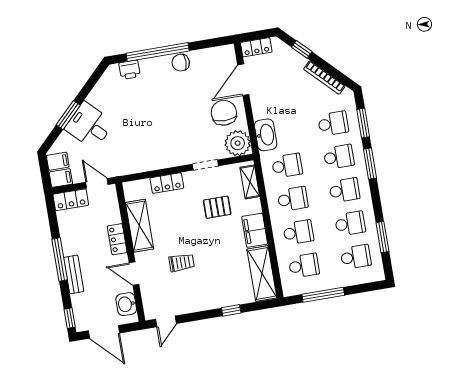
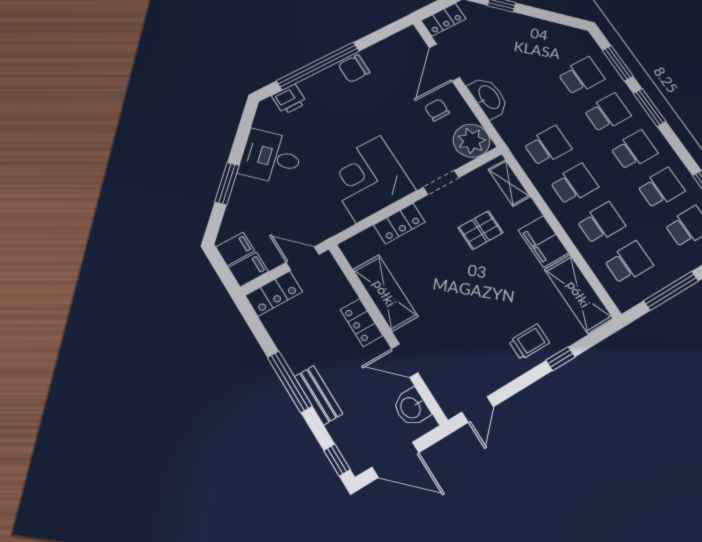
bookcase: (324, 78) -> (545, 27), removed
chair: (224, 113) -> (437, 110), width x0.54, depth x0.54
desk: (89, 126) -> (271, 157), moved
washbasin: (266, 135) -> (489, 97), moved
corner desk: (159, 145) -> (368, 179), added
trolley: (182, 263) -> (529, 342), moved

